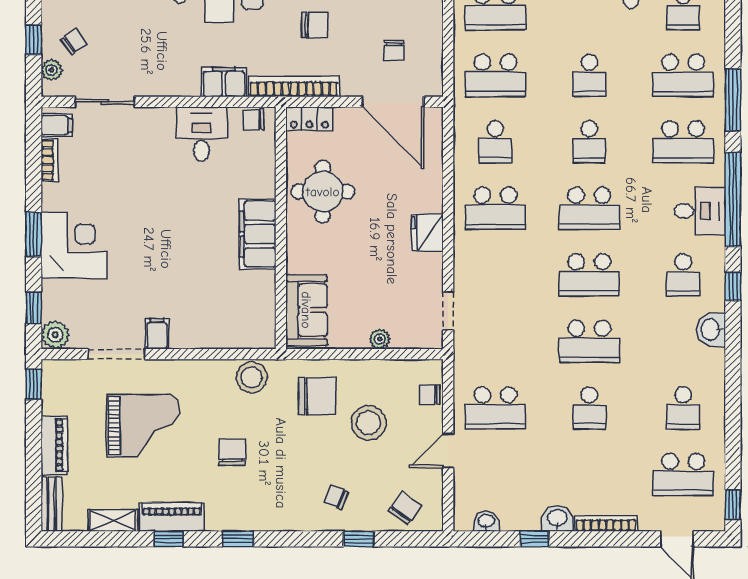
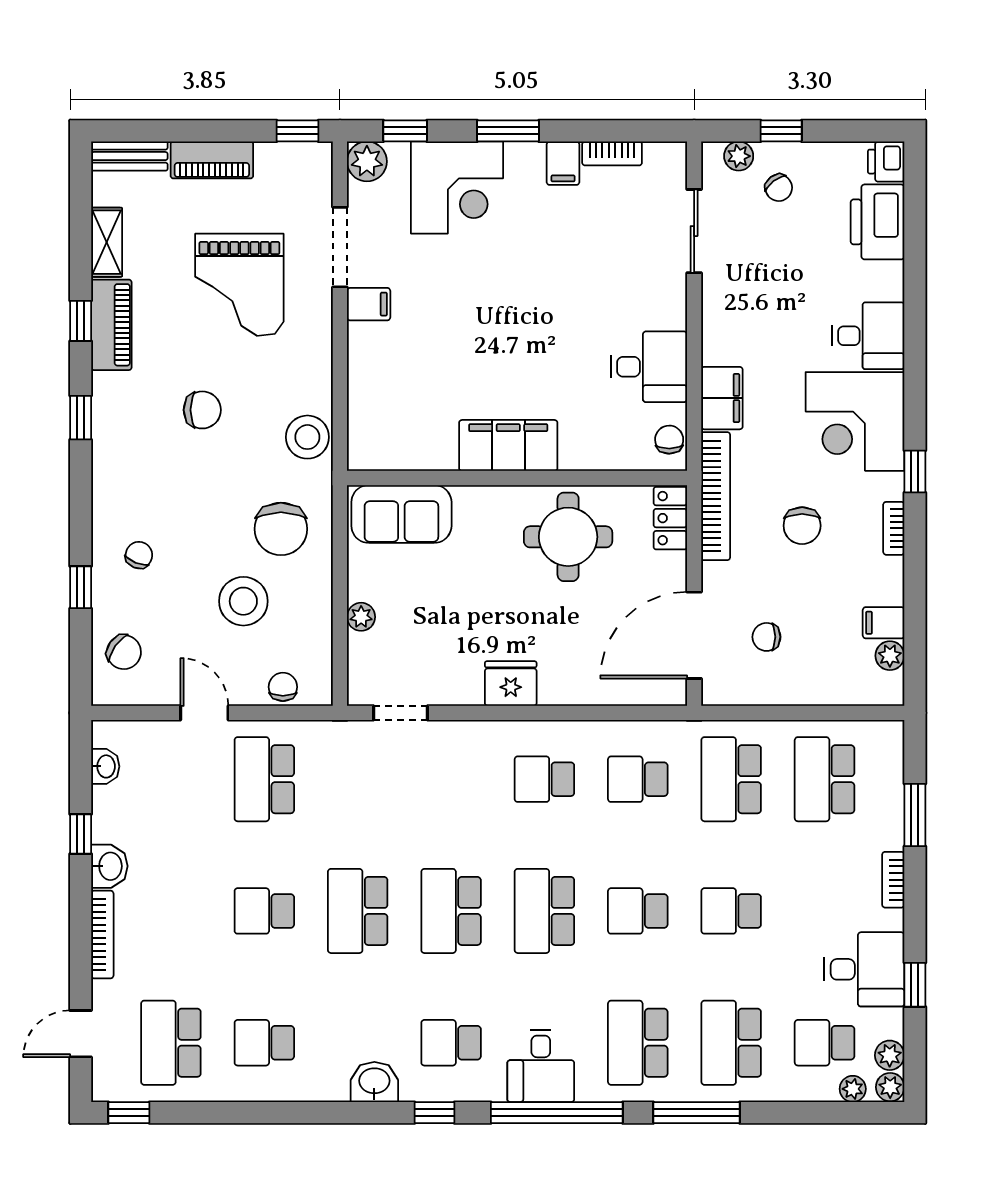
filing cabinet: (57, 125) -> (563, 163), moved
school desk: (495, 208) -> (544, 779), width x0.54
corner desk: (74, 245) -> (457, 188), moved

